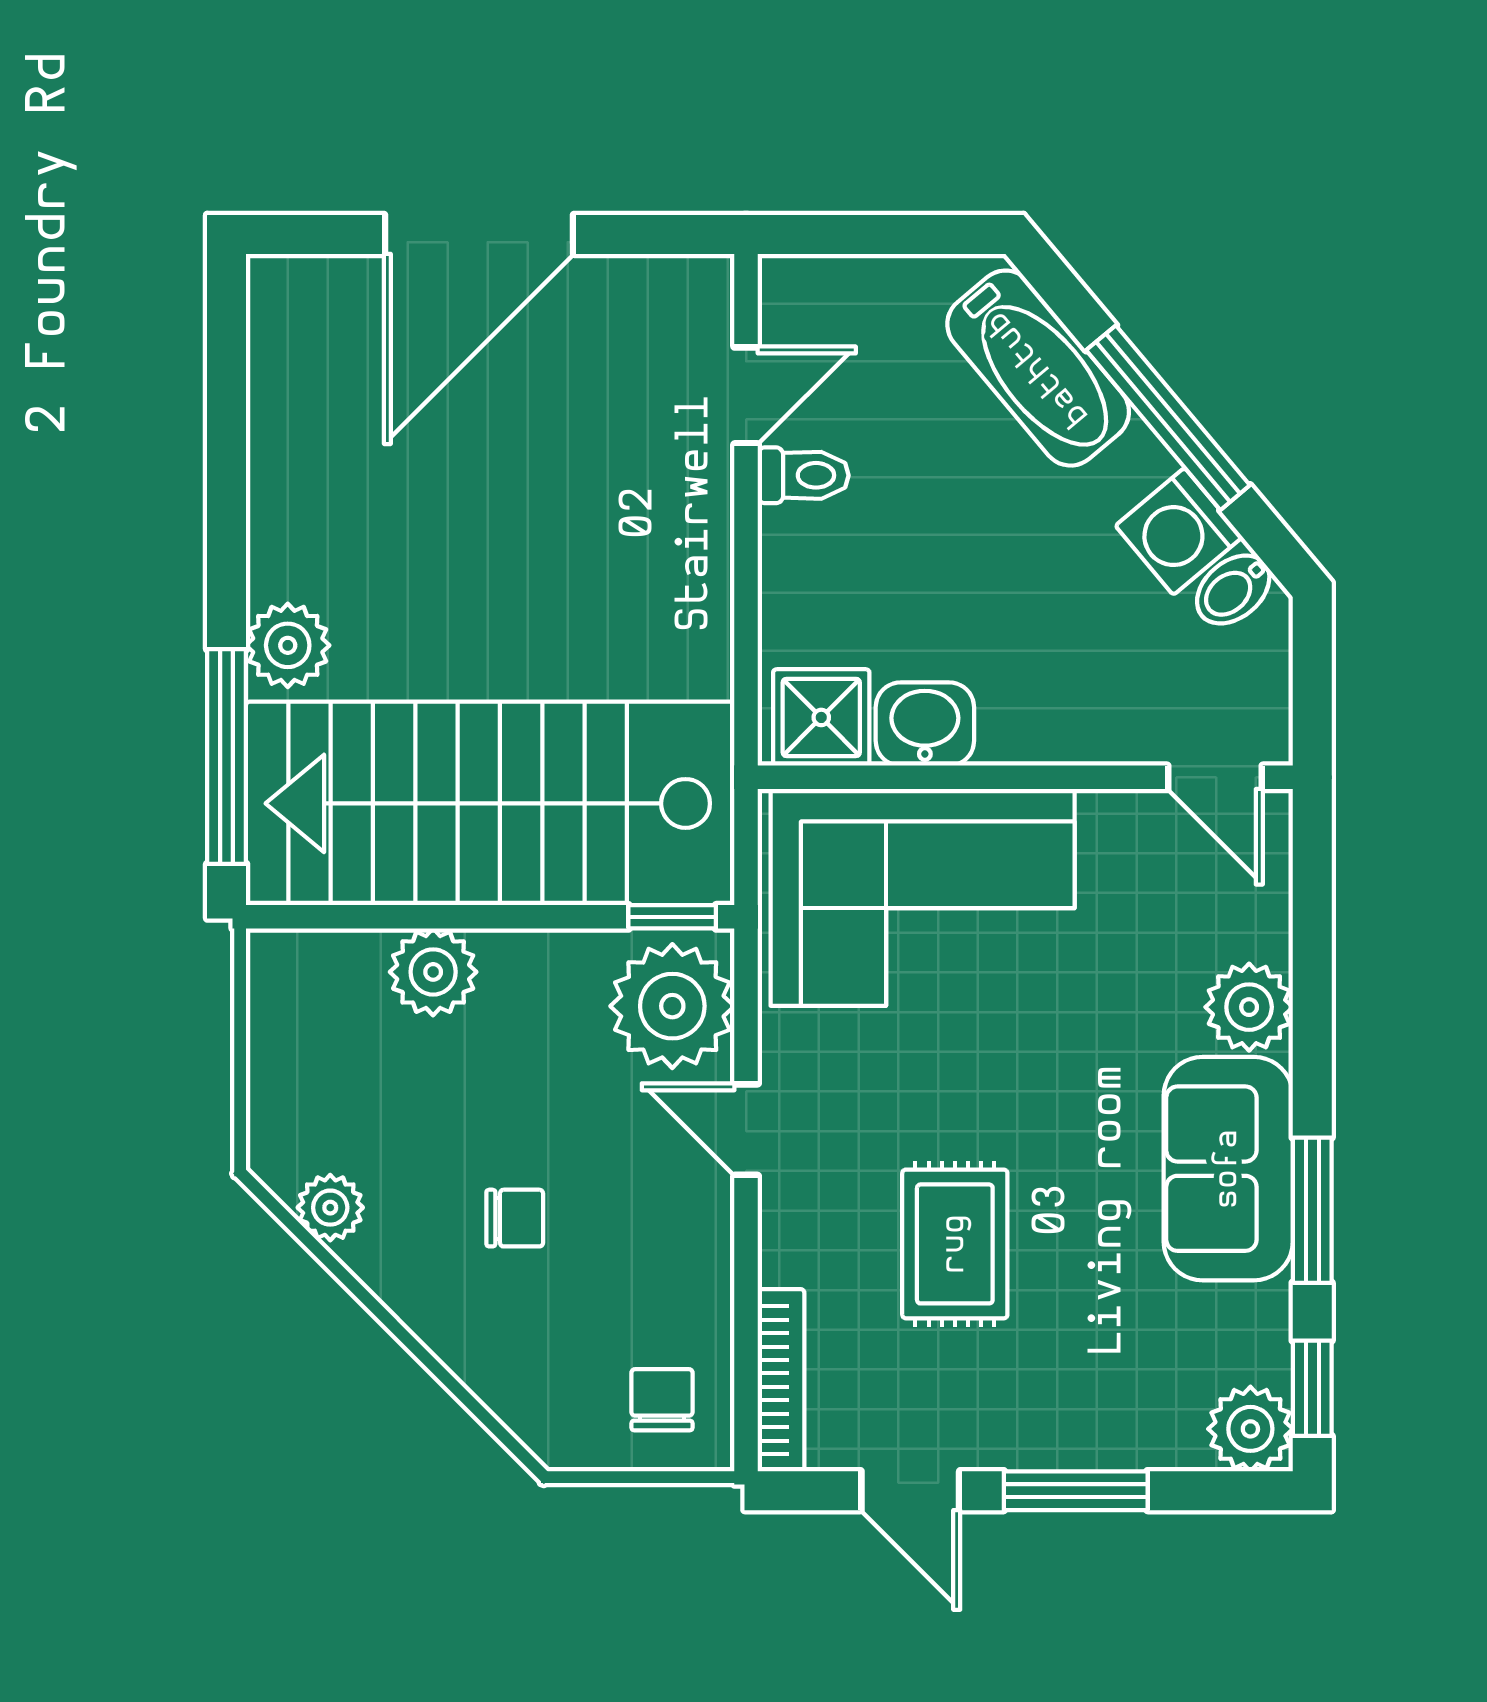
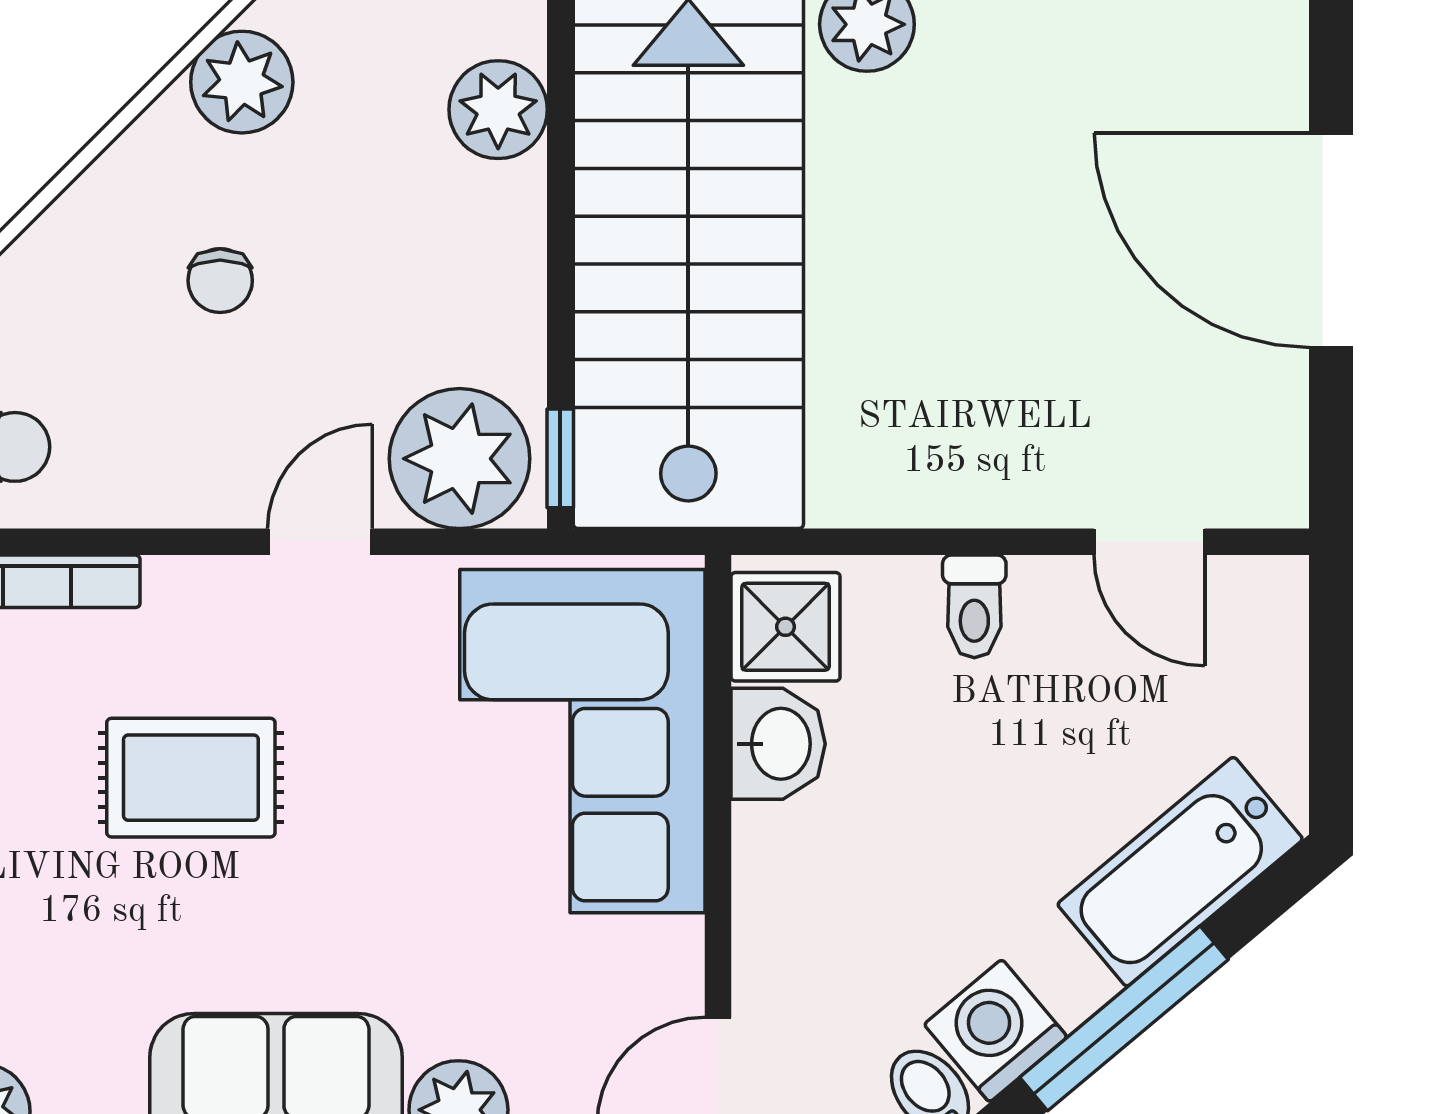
toilet: (803, 475) -> (974, 606), moved
plant: (433, 972) -> (498, 110), moved
plant: (330, 1208) -> (242, 82), width x1.38, depth x1.38

